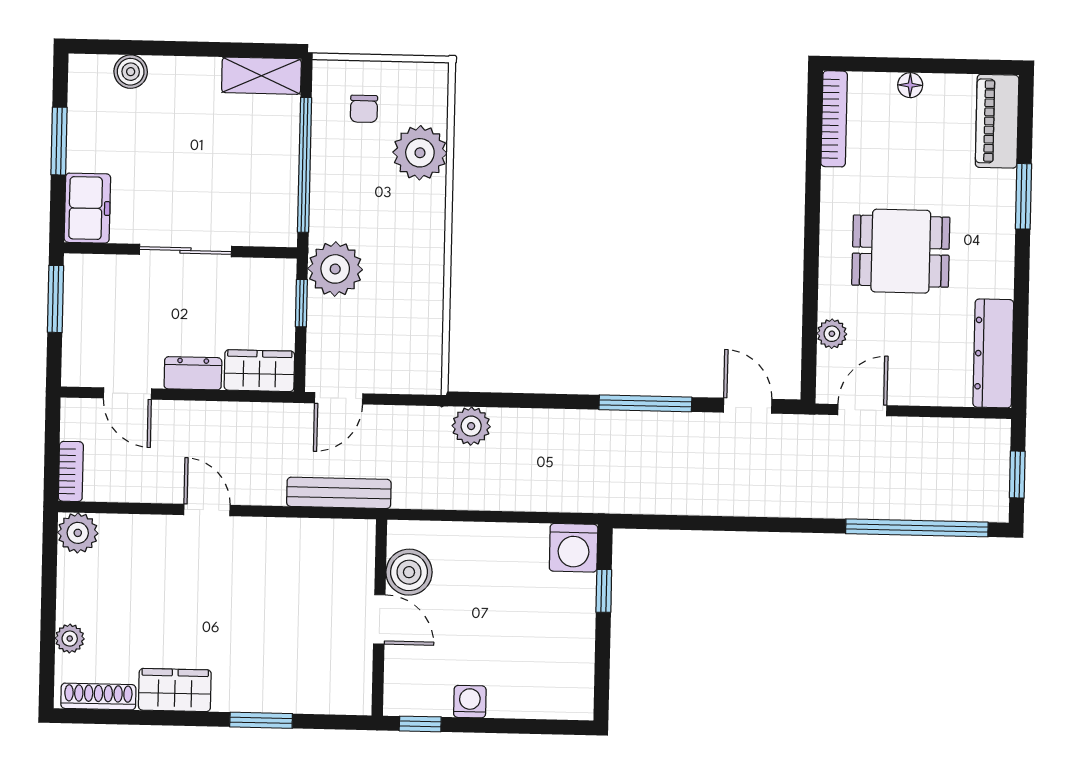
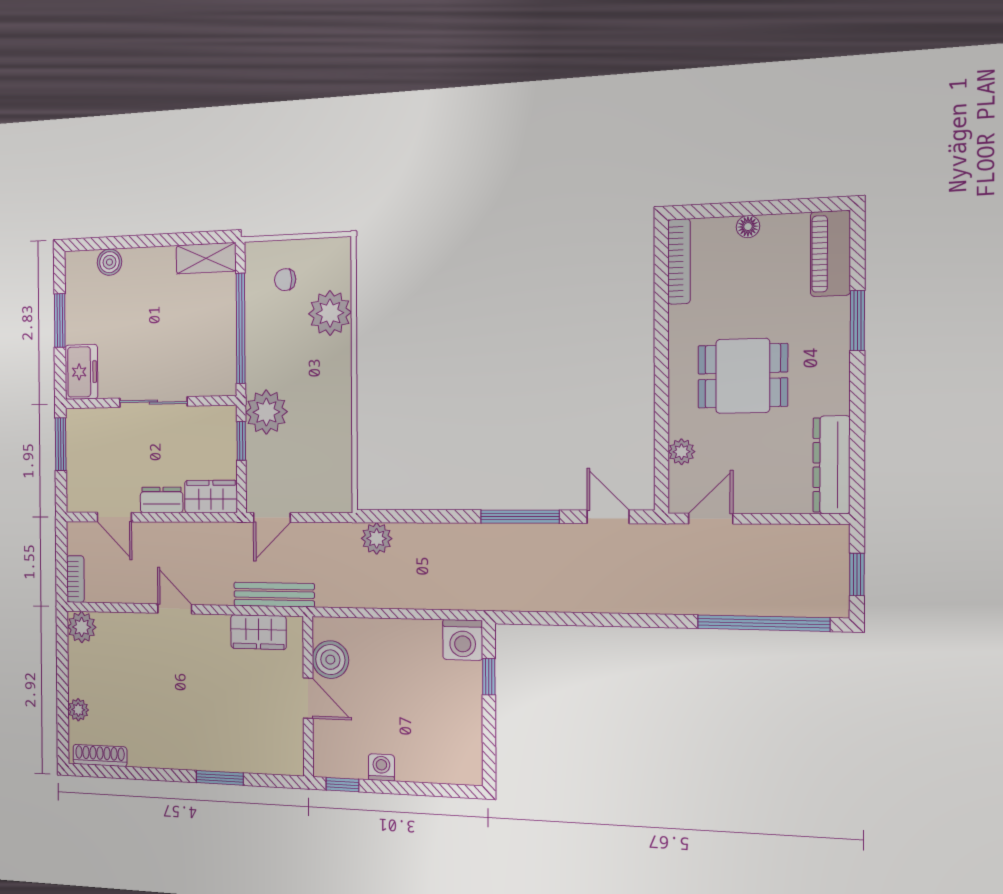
chair: (364, 109) -> (285, 280), turned 90
wardrobe: (175, 690) -> (258, 632), moved, turned 180

